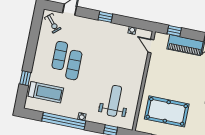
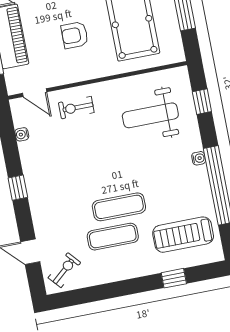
door: (151, 46) -> (35, 93), hinge flipped
exercise bike: (134, 64) -> (76, 108), added
armchair: (172, 79) -> (75, 35), added
treadmill: (46, 92) -> (183, 235), turned -90

